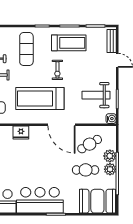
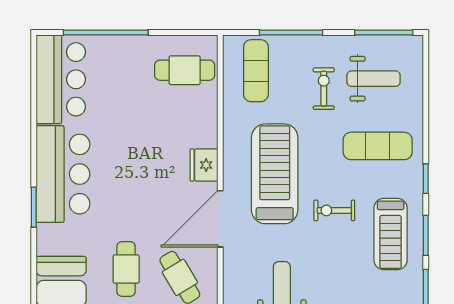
fridge: (21, 132) -> (204, 165), moved

